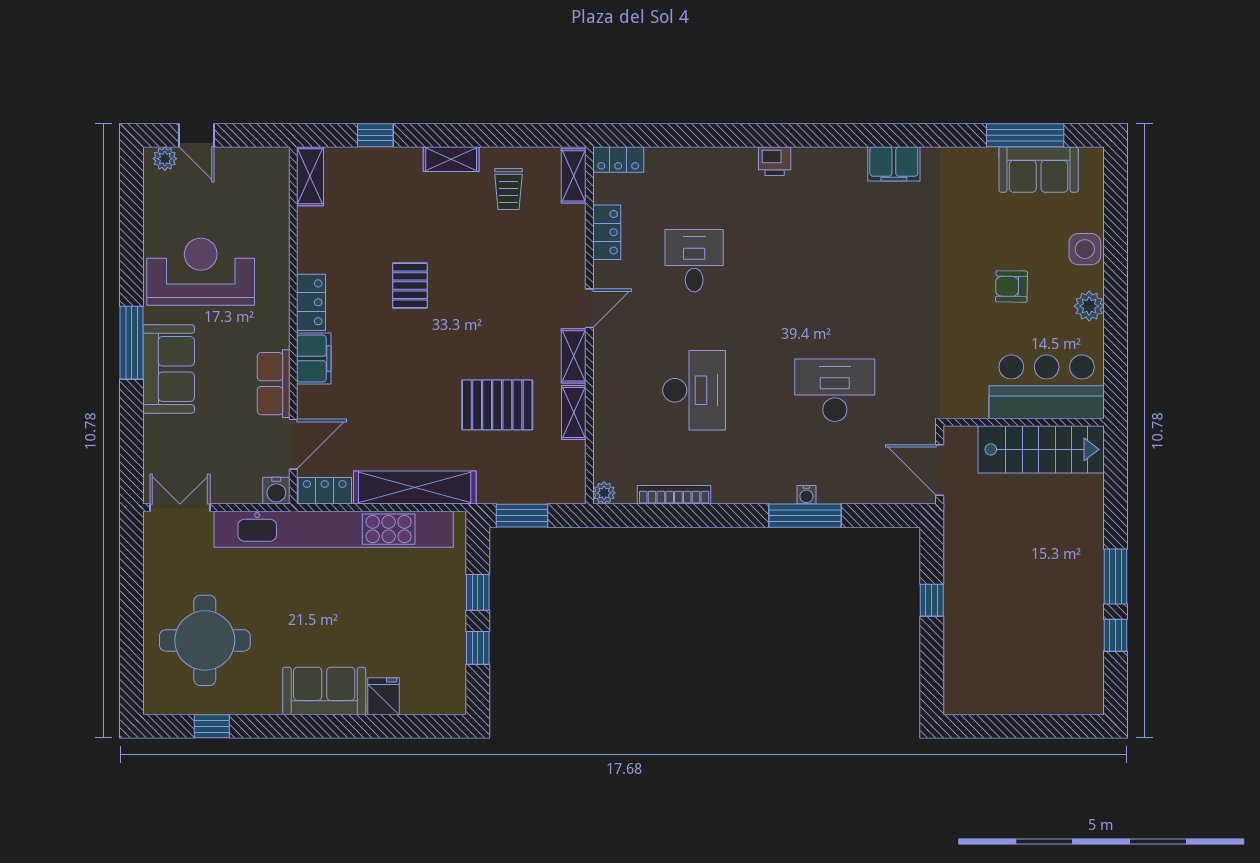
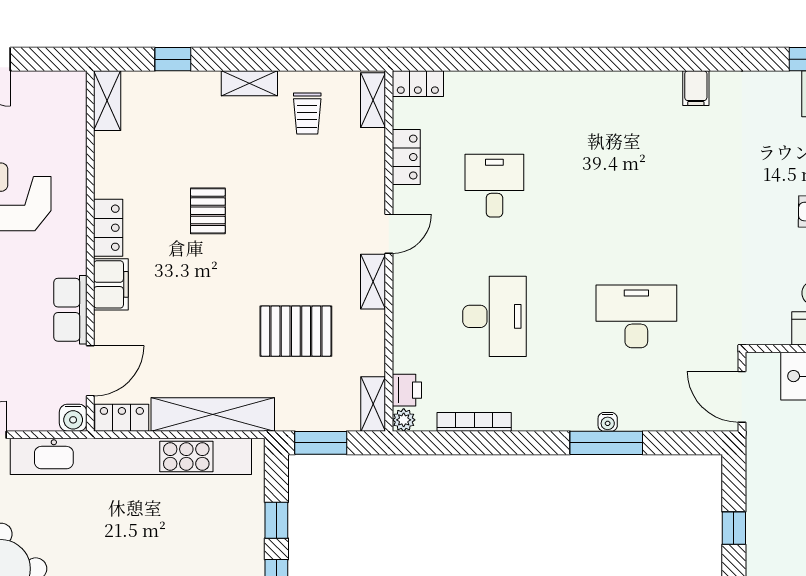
printer: (775, 161) -> (407, 390), moved, turned -90
filing cabinet: (894, 164) -> (696, 88), width x0.50
shelving: (574, 413) -> (373, 404), moved

